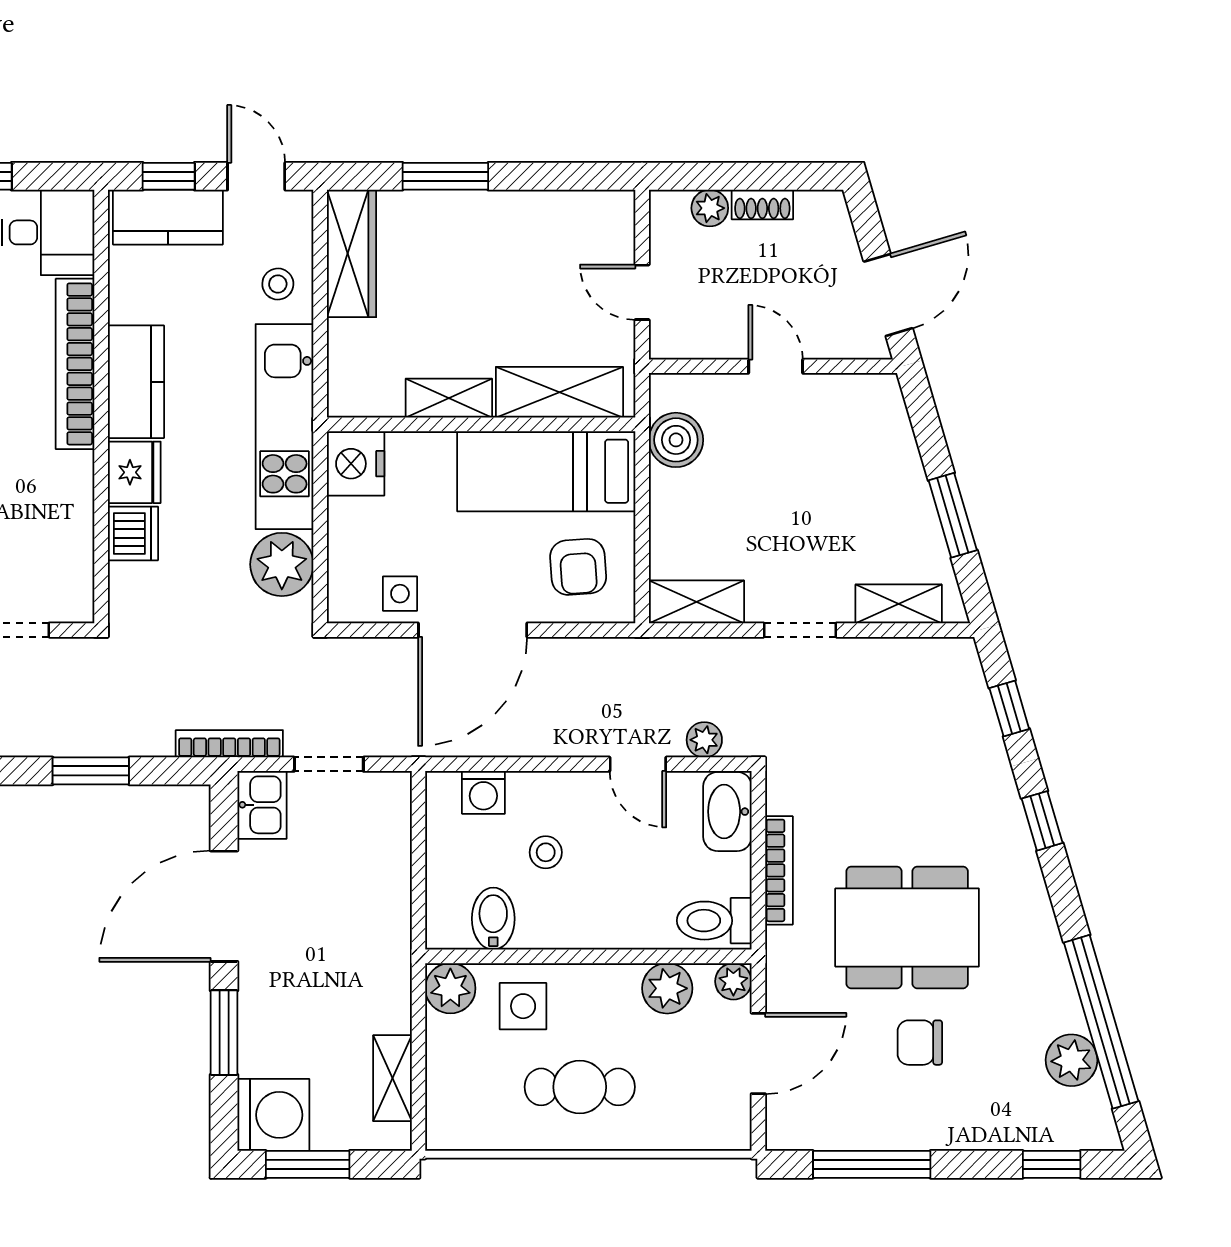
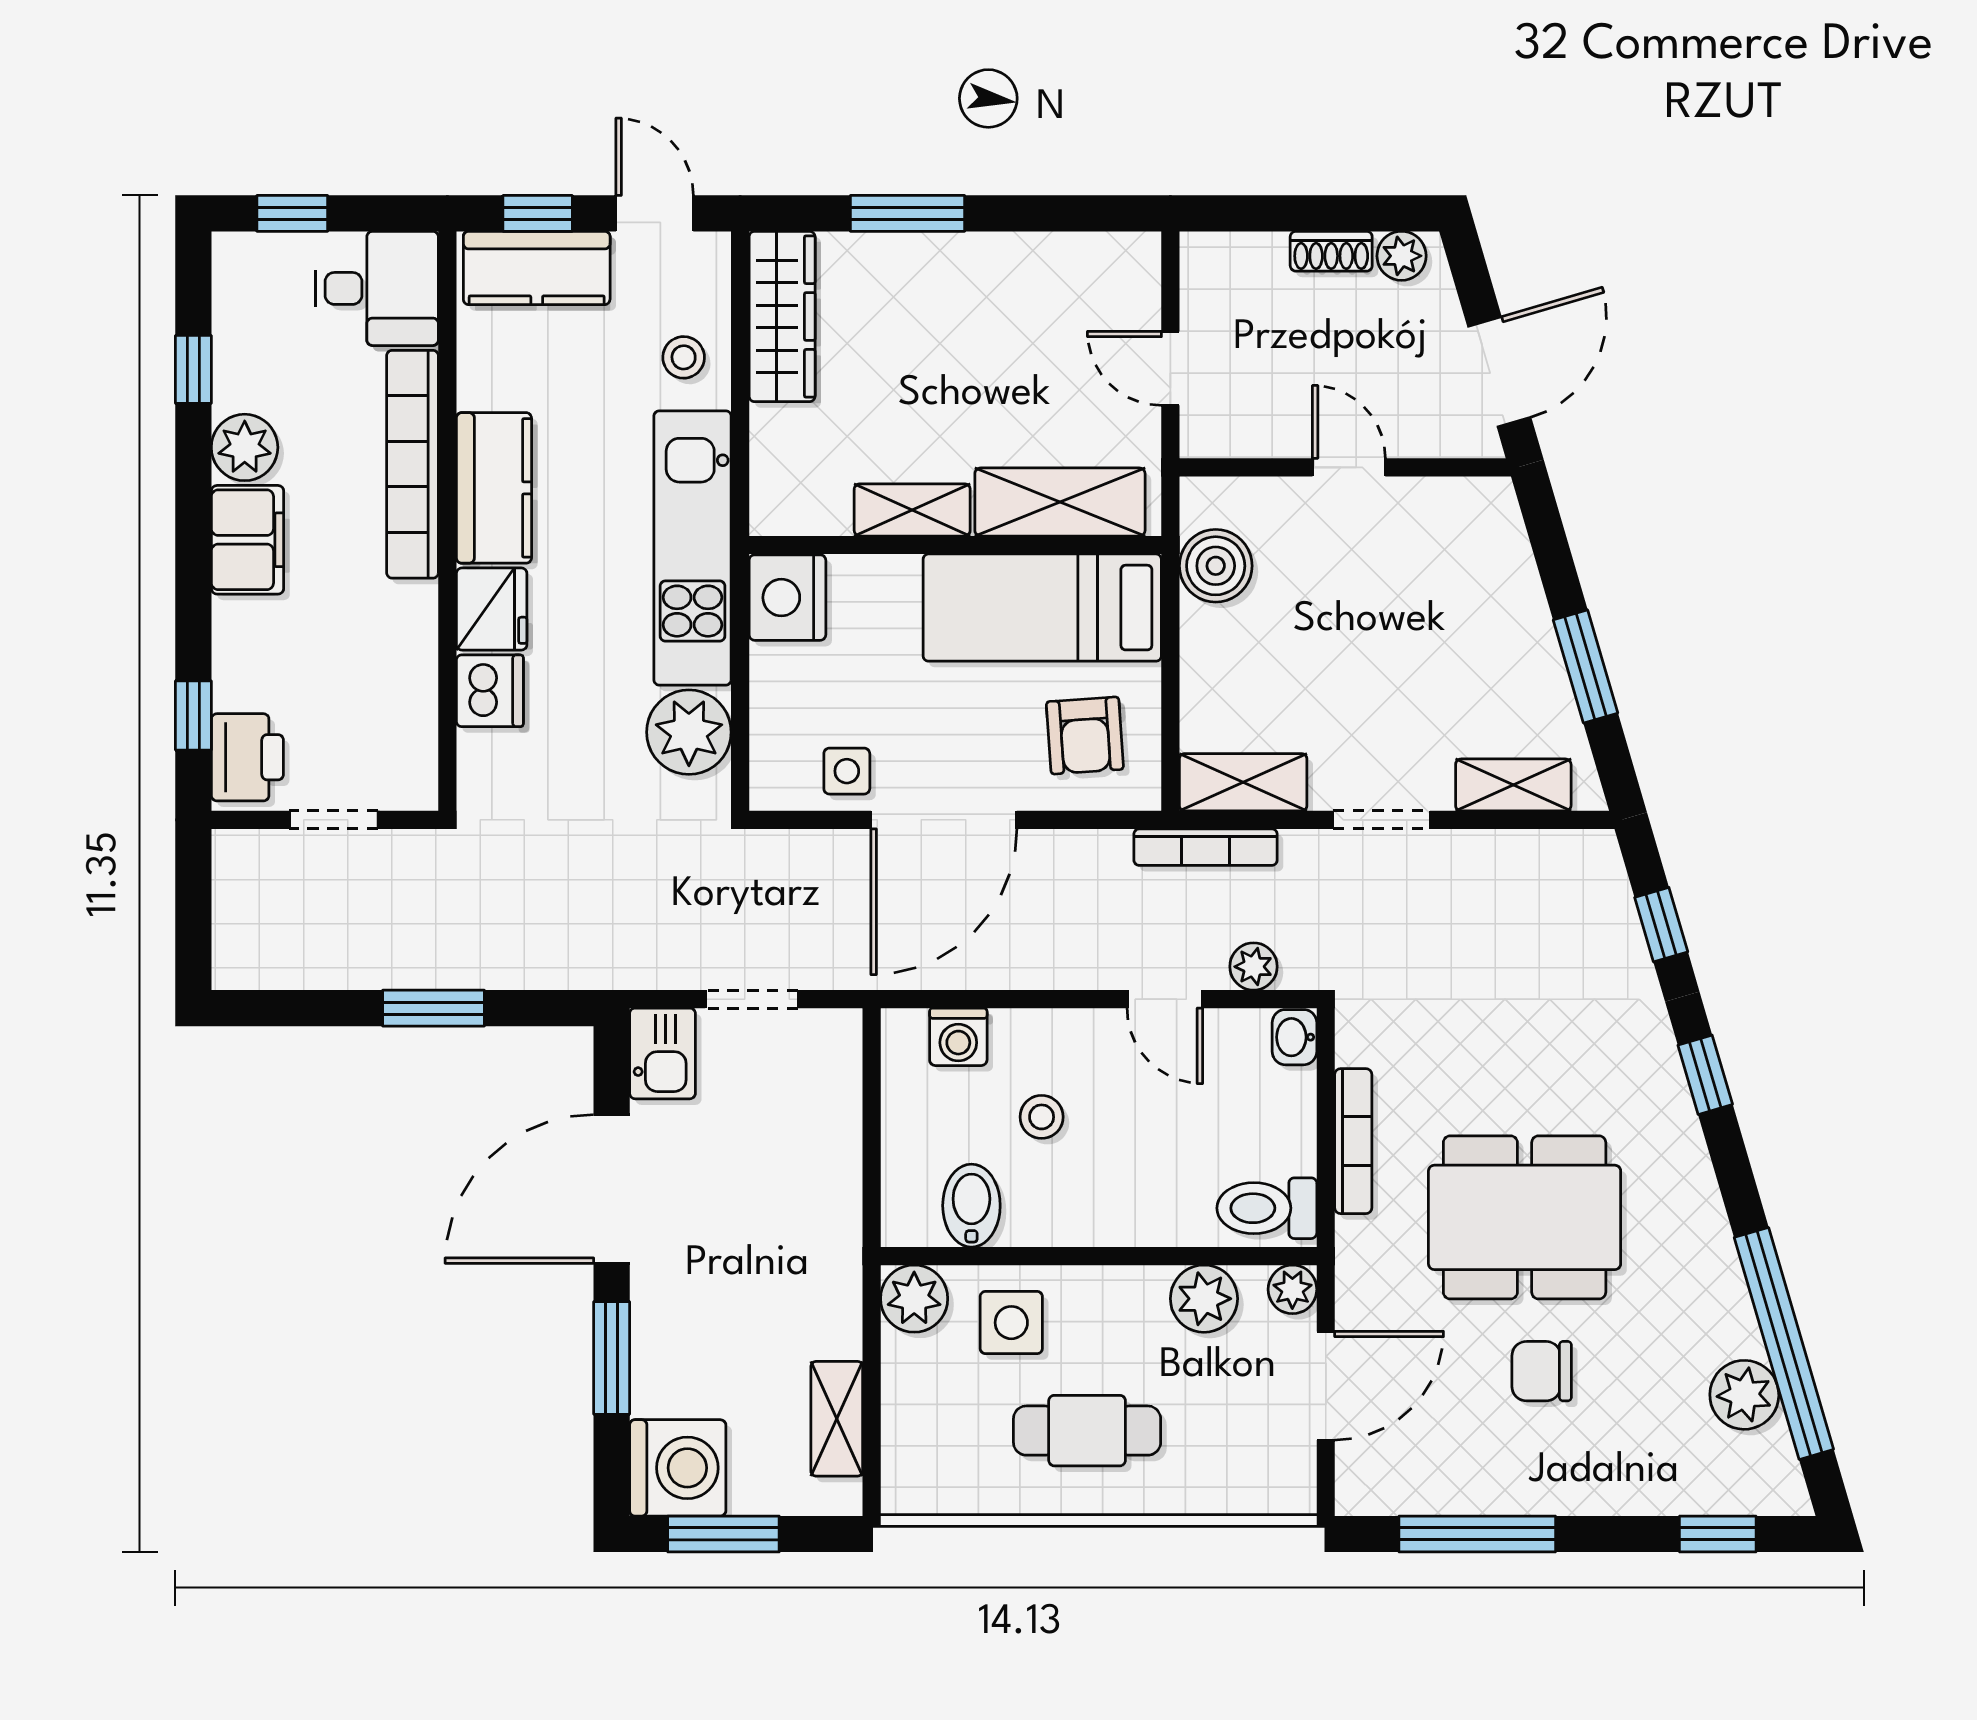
plant: (710, 208) -> (1402, 256), moved
bookcase: (229, 744) -> (1206, 847), moved, turned 180
washbasin: (727, 812) -> (1294, 1037), width x0.52, depth x0.69

